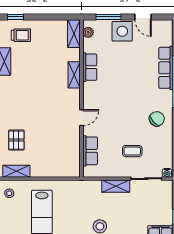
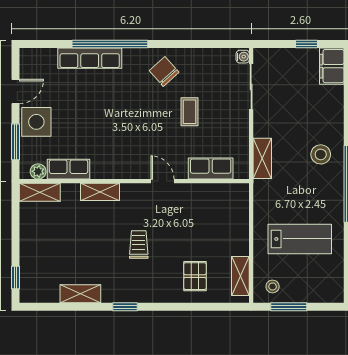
trolley: (21, 35) -> (139, 244), moved
row of seats: (90, 67) -> (69, 169), moved
pallet: (16, 140) -> (195, 276), turned 90
coffee table: (132, 151) -> (189, 112), moved
shelving: (116, 186) -> (262, 158), moved

